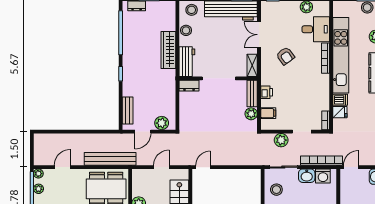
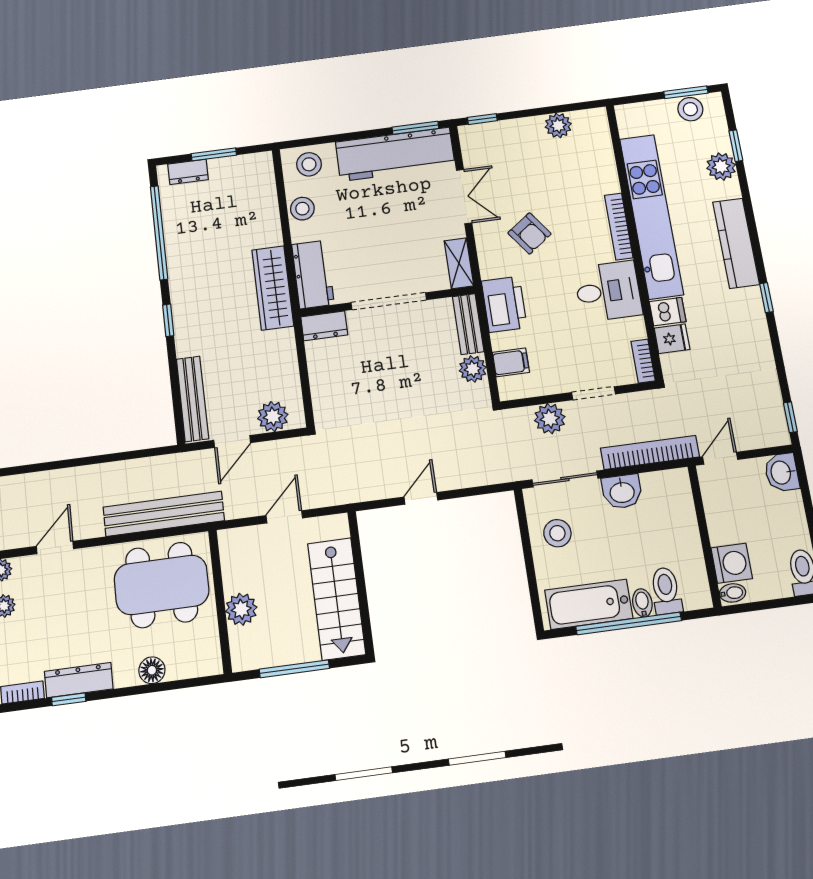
desk: (316, 29) -> (608, 291), moved
double door: (259, 35) -> (464, 197), swing flipped
wardrobe: (168, 50) -> (273, 288), moved
printer: (267, 92) -> (504, 304), width x1.87, depth x1.48
bench: (128, 110) -> (192, 399), width x1.36
door: (203, 167) -> (421, 498), moved
washing machine: (323, 176) -> (659, 487), removed

